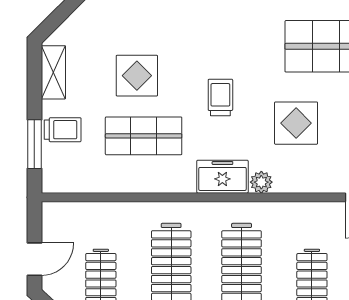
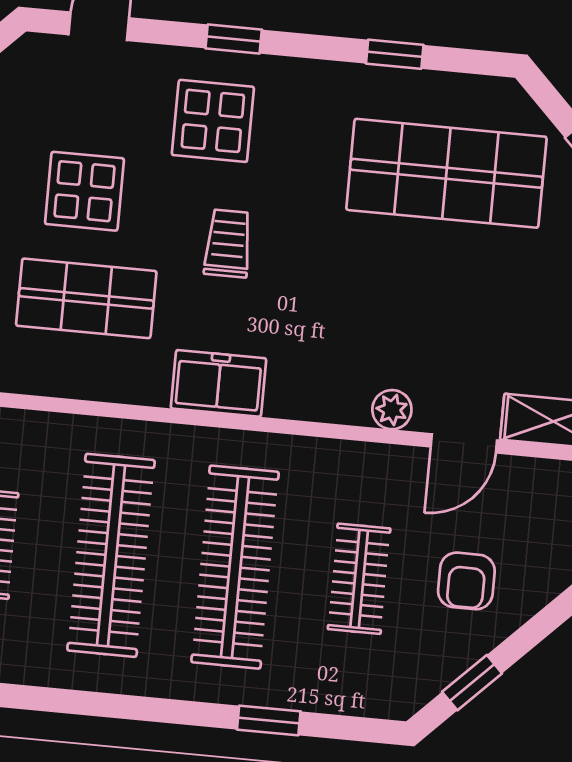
display table: (296, 123) -> (213, 121), moved
plant: (261, 182) -> (392, 410), moved

